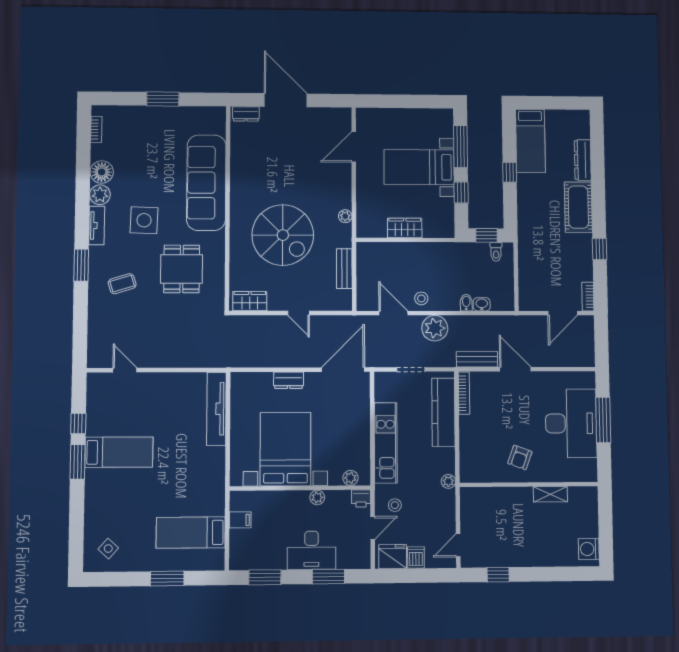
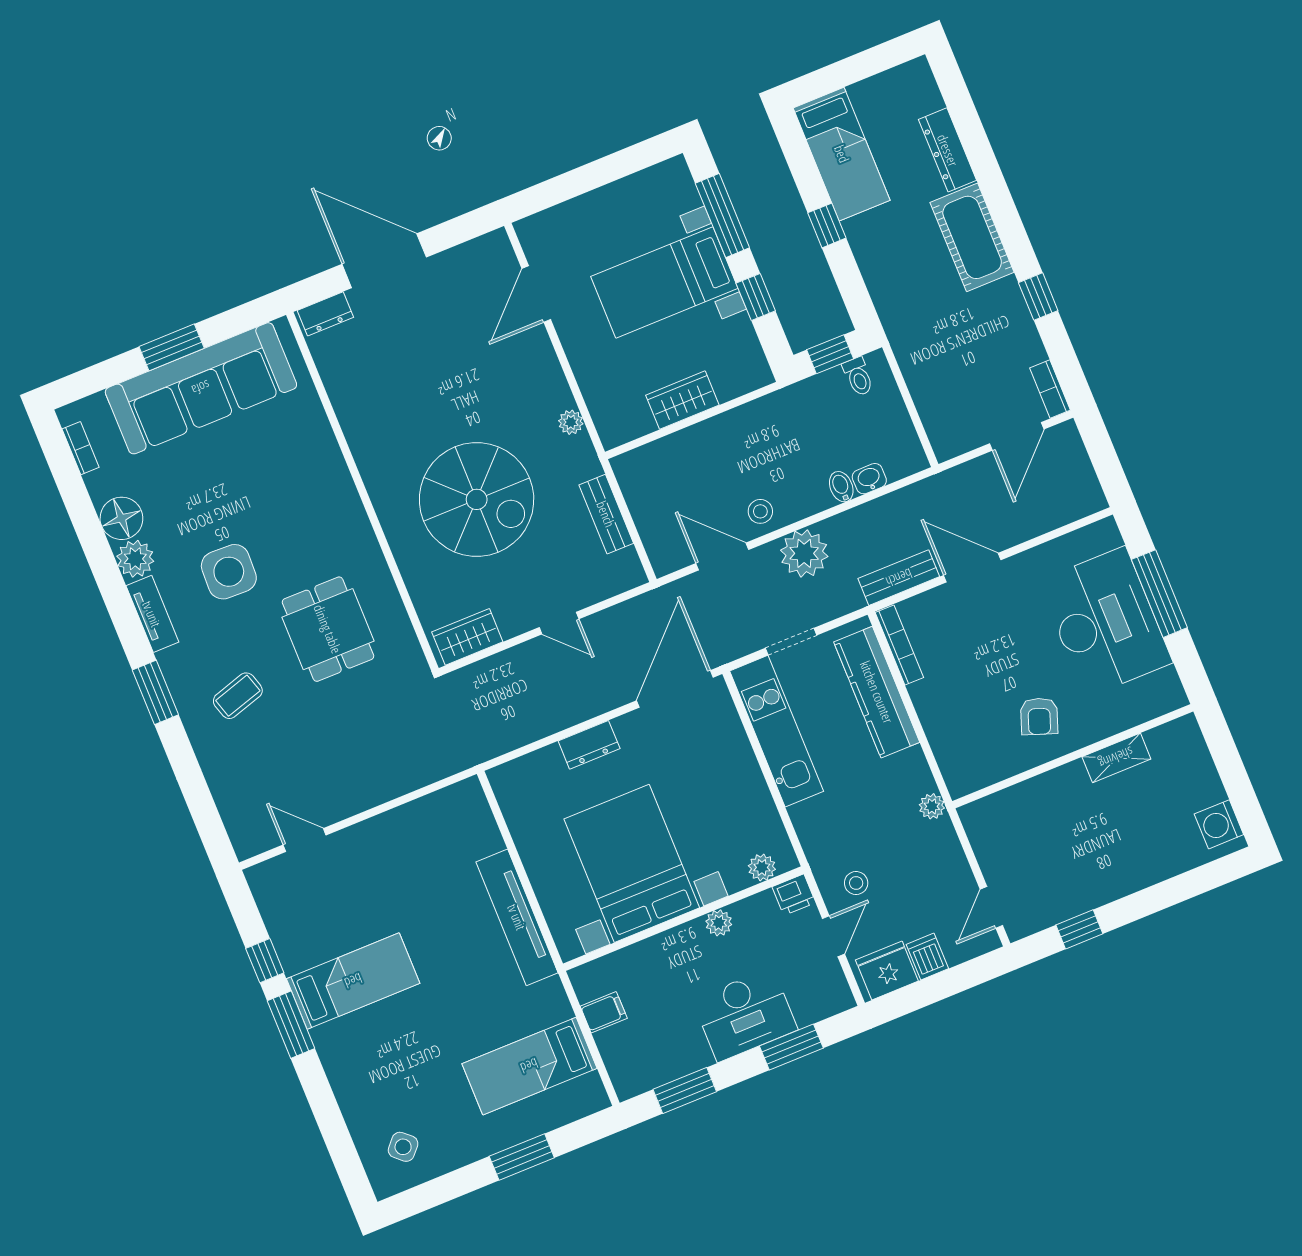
sofa: (206, 183) -> (201, 388), moved, turned -90
tv unit: (216, 409) -> (517, 917), moved
kitchen unit: (386, 443) -> (777, 731), moved

